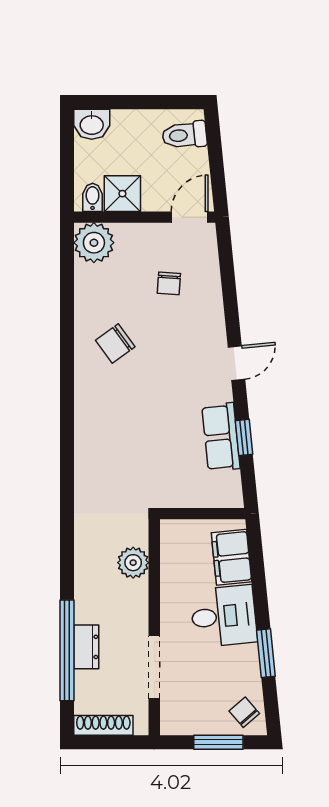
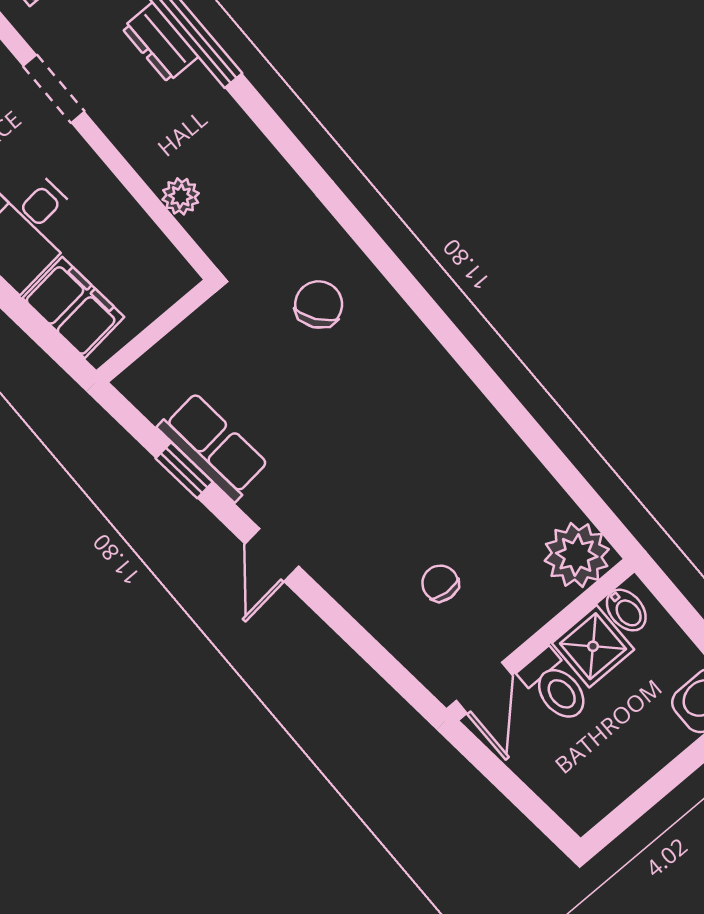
toilet: (184, 135) -> (555, 686), moved, turned 96
chair: (115, 344) -> (319, 304), moved
plant: (133, 563) -> (181, 196), width x0.73, depth x0.73
doorway: (154, 667) -> (54, 89), width x0.73

